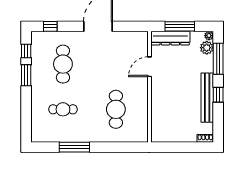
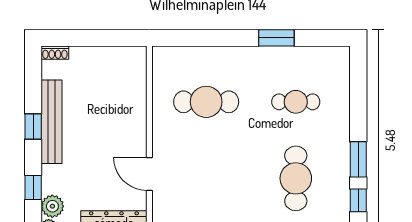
window: (218, 59) -> (33, 188), width x0.46
door: (149, 67) -> (149, 174), swing flipped
cafe table: (116, 109) -> (206, 102), turned 90
window: (74, 147) -> (276, 38), width x0.69

